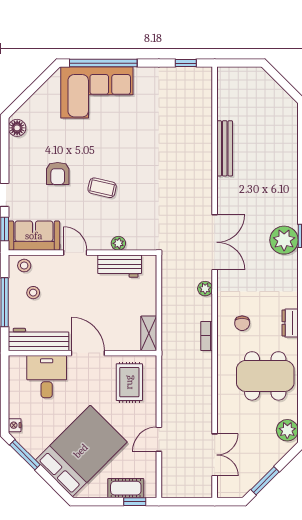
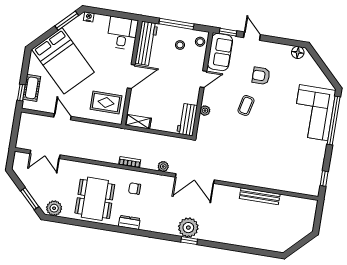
workbench: (120, 266) -> (187, 120), moved
desk: (47, 377) -> (122, 33), moved, turned -90
window: (265, 481) -> (30, 199), moved

